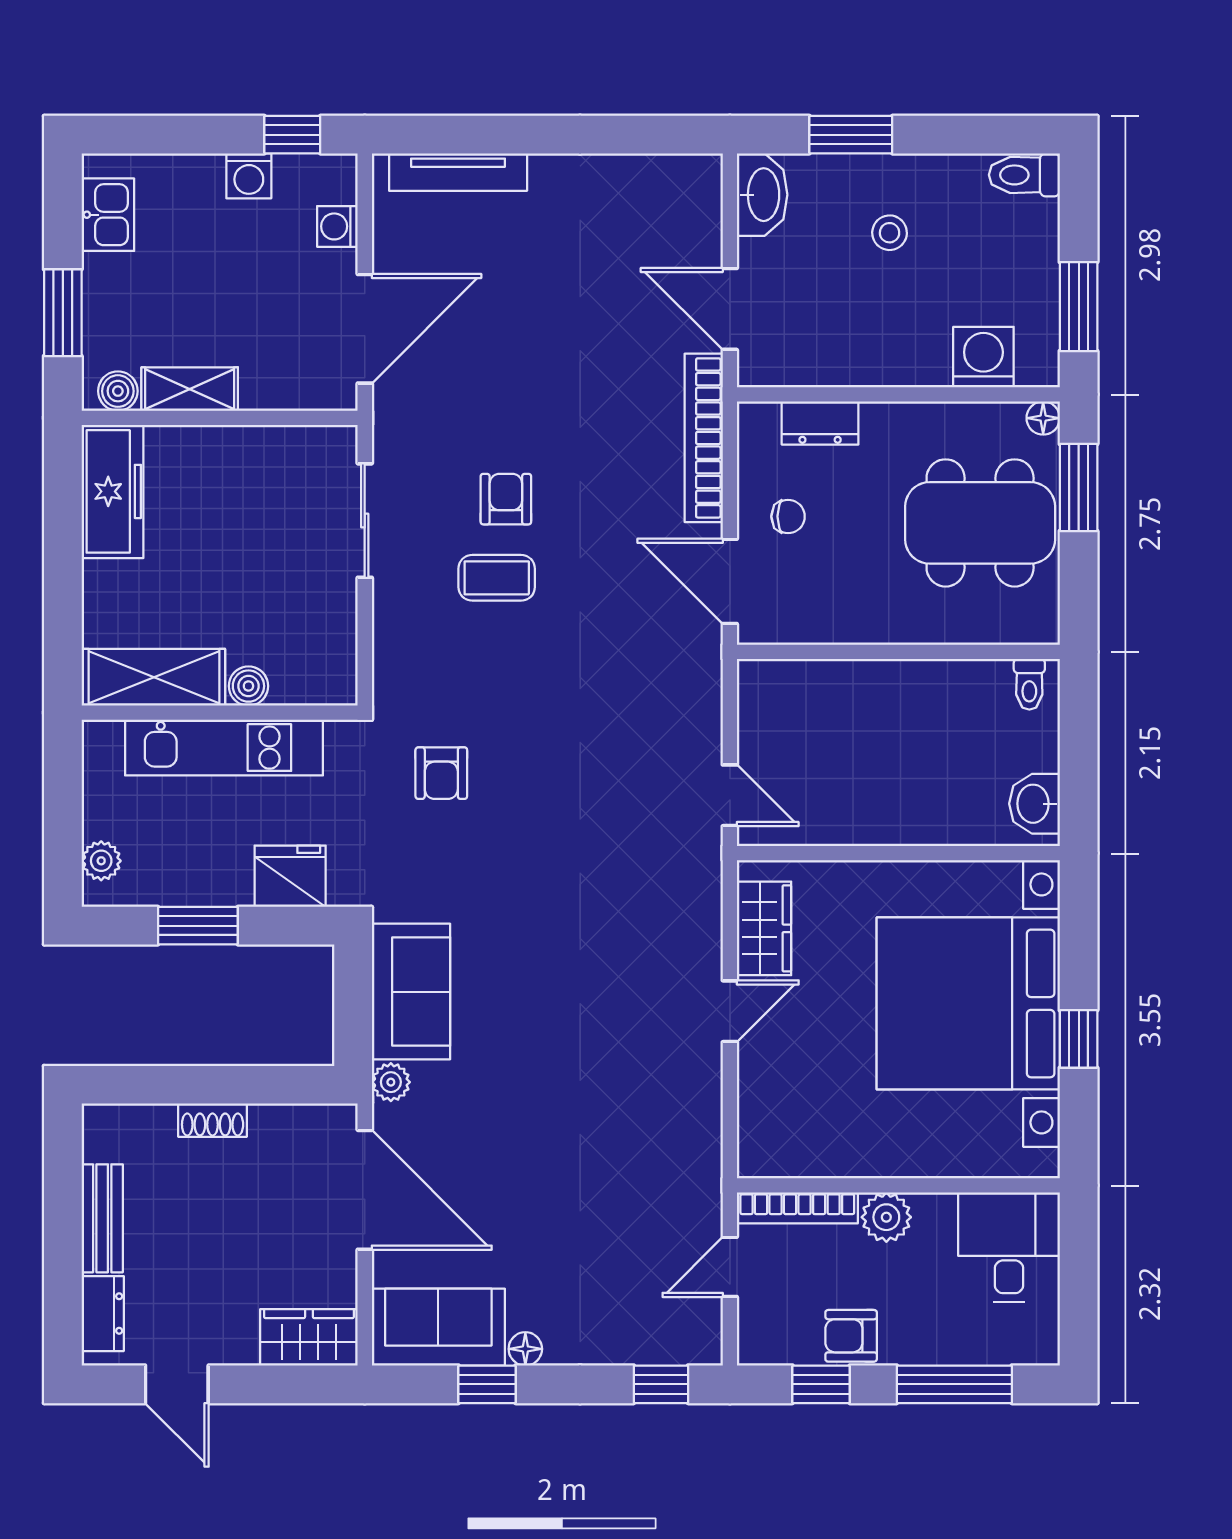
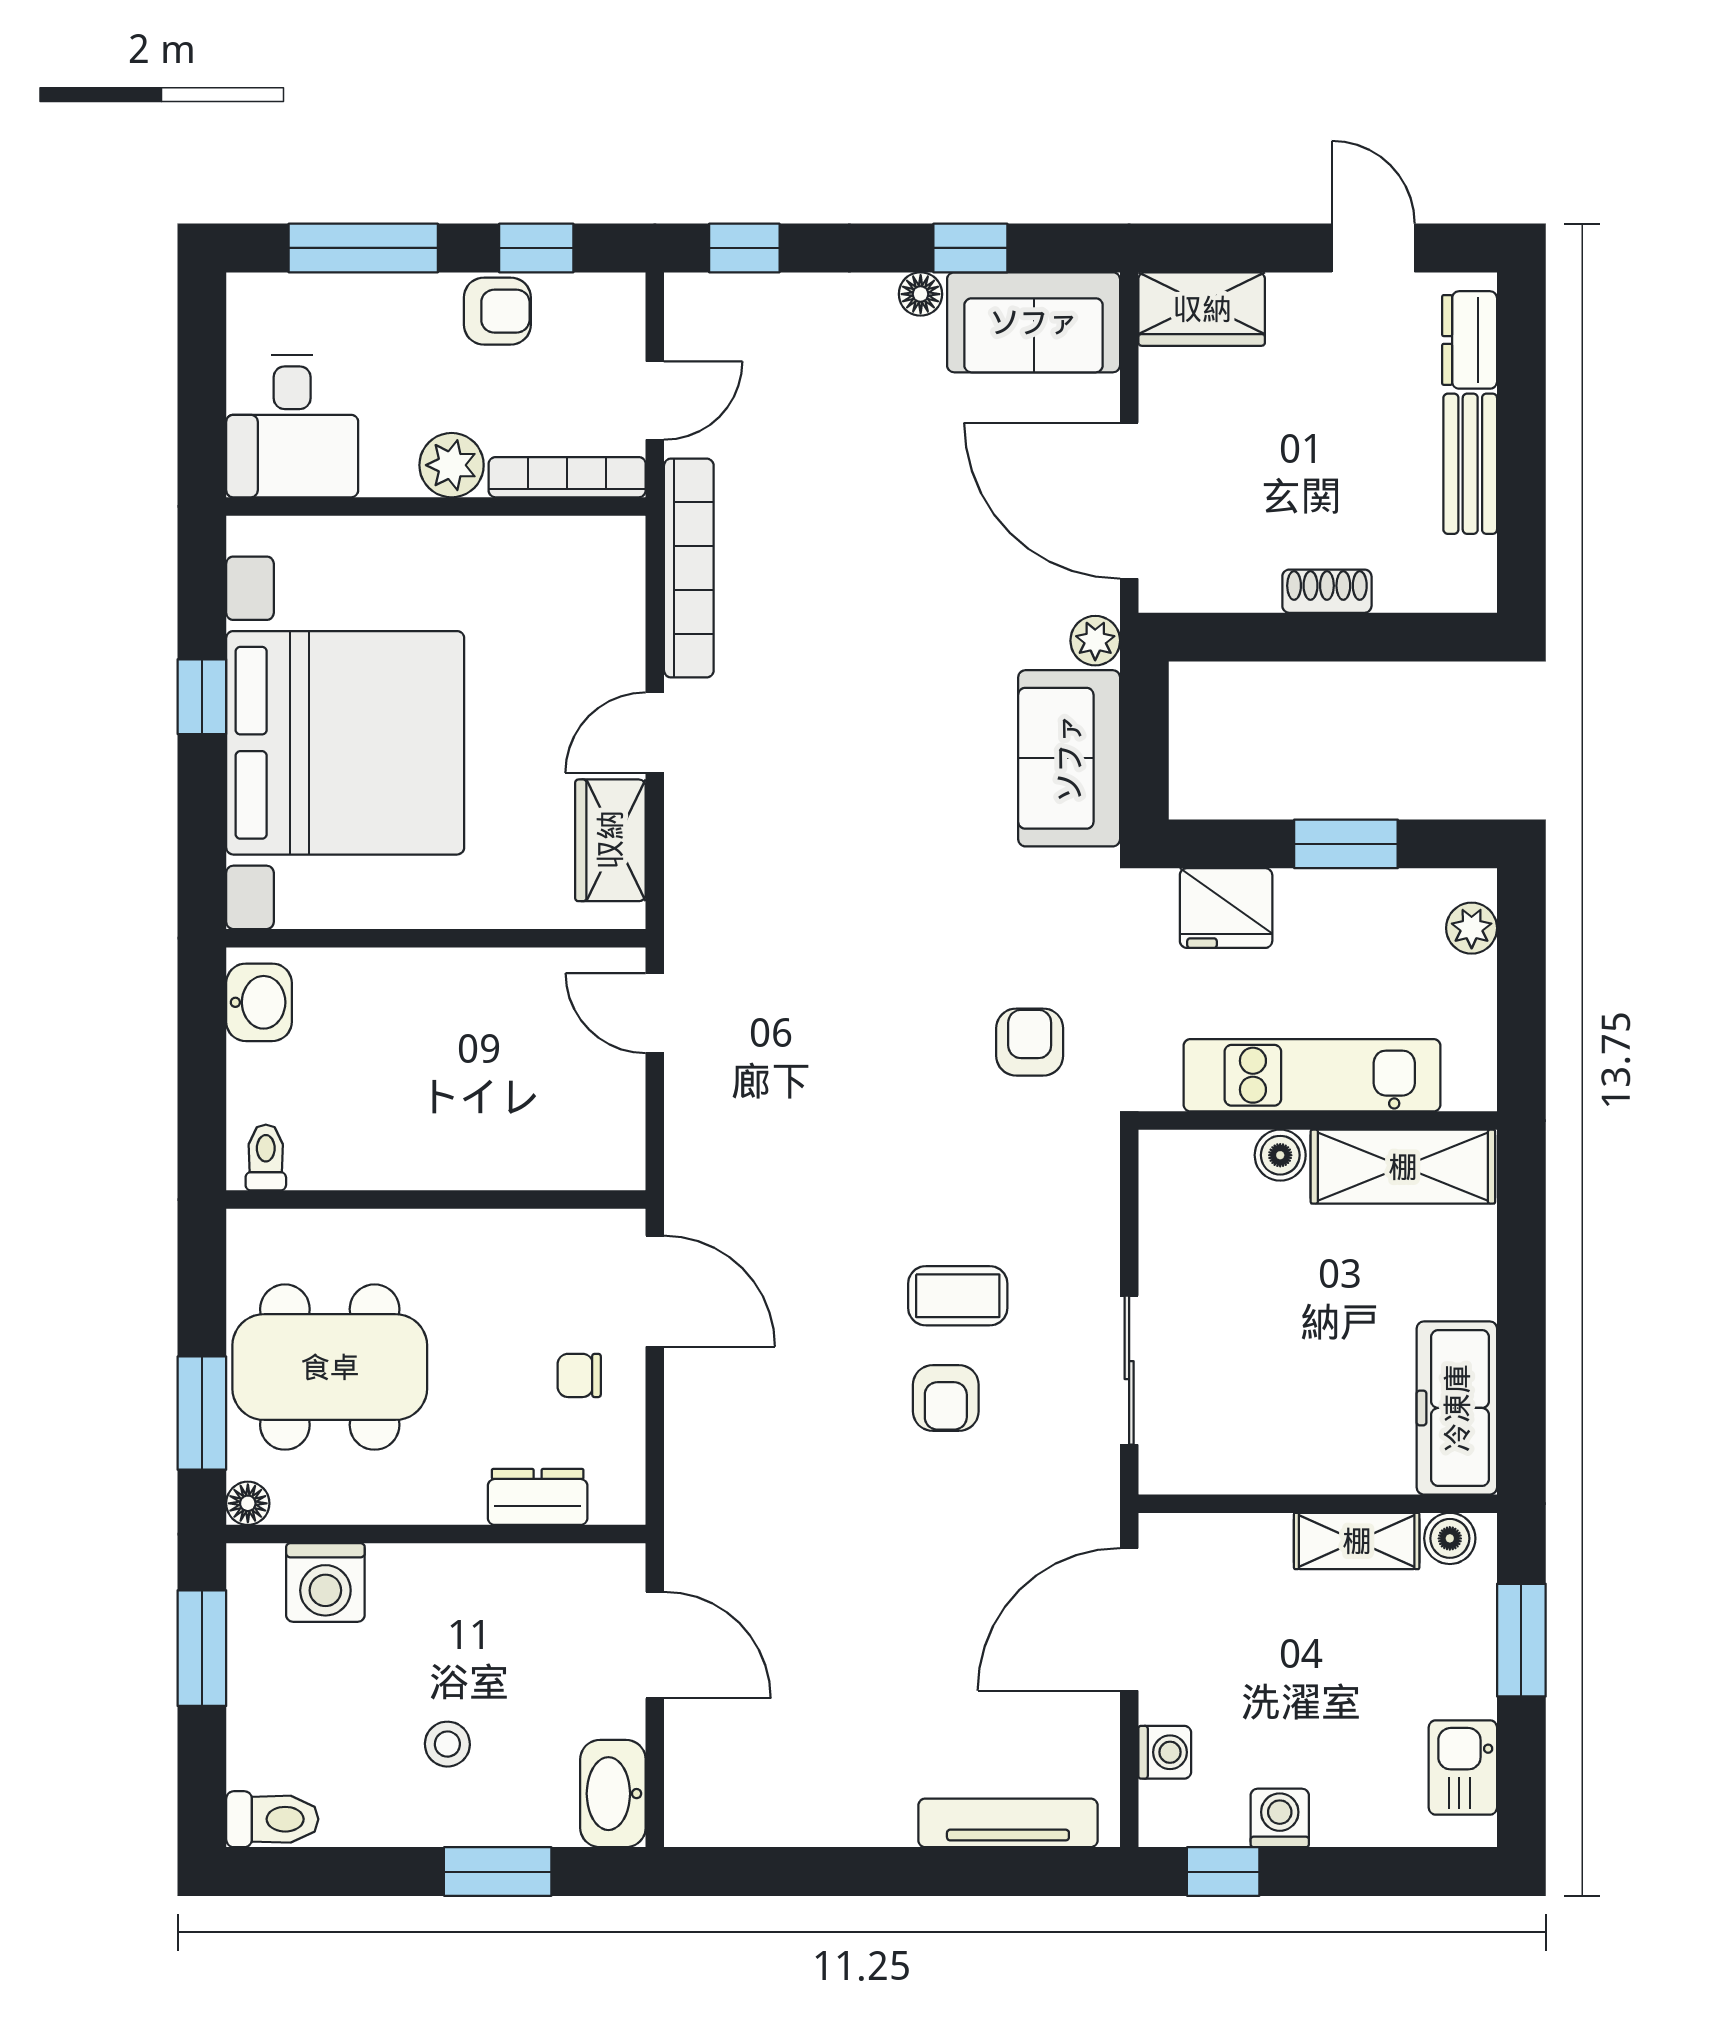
bookcase: (704, 438) -> (689, 568), moved

